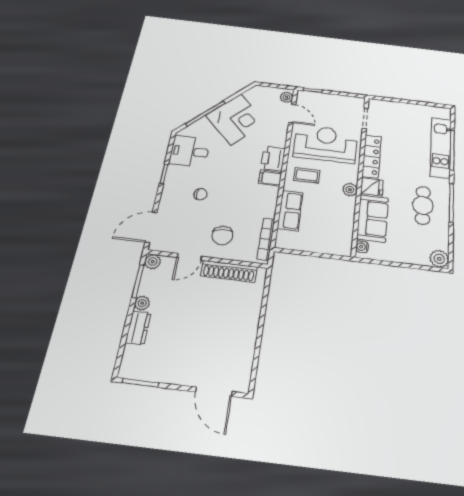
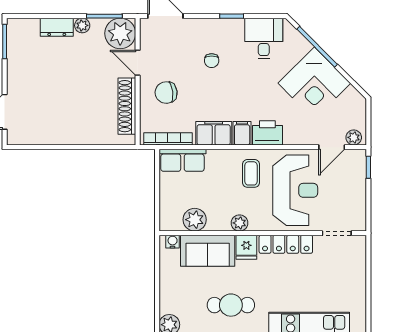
filing cabinet: (267, 201) -> (214, 133), added
row of seats: (290, 211) -> (182, 160), moved
plant: (343, 226) -> (195, 220), added
plant: (153, 262) -> (120, 33), width x1.87, depth x1.87

